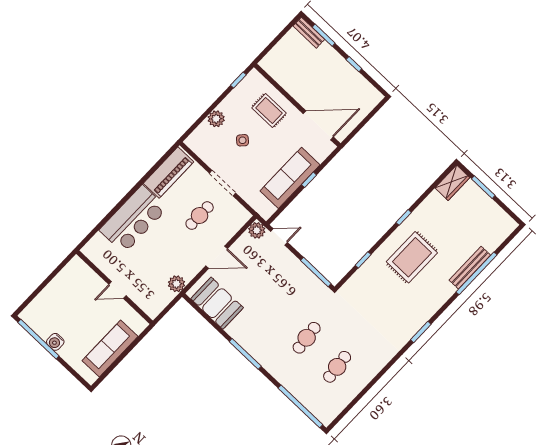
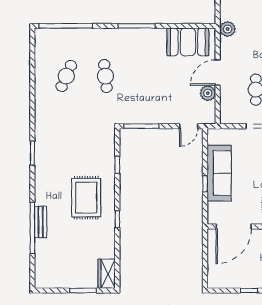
plant: (257, 230) -> (208, 93), moved
bench: (470, 268) -> (41, 222), width x0.73
cafe table: (337, 367) -> (66, 76), turned 30

